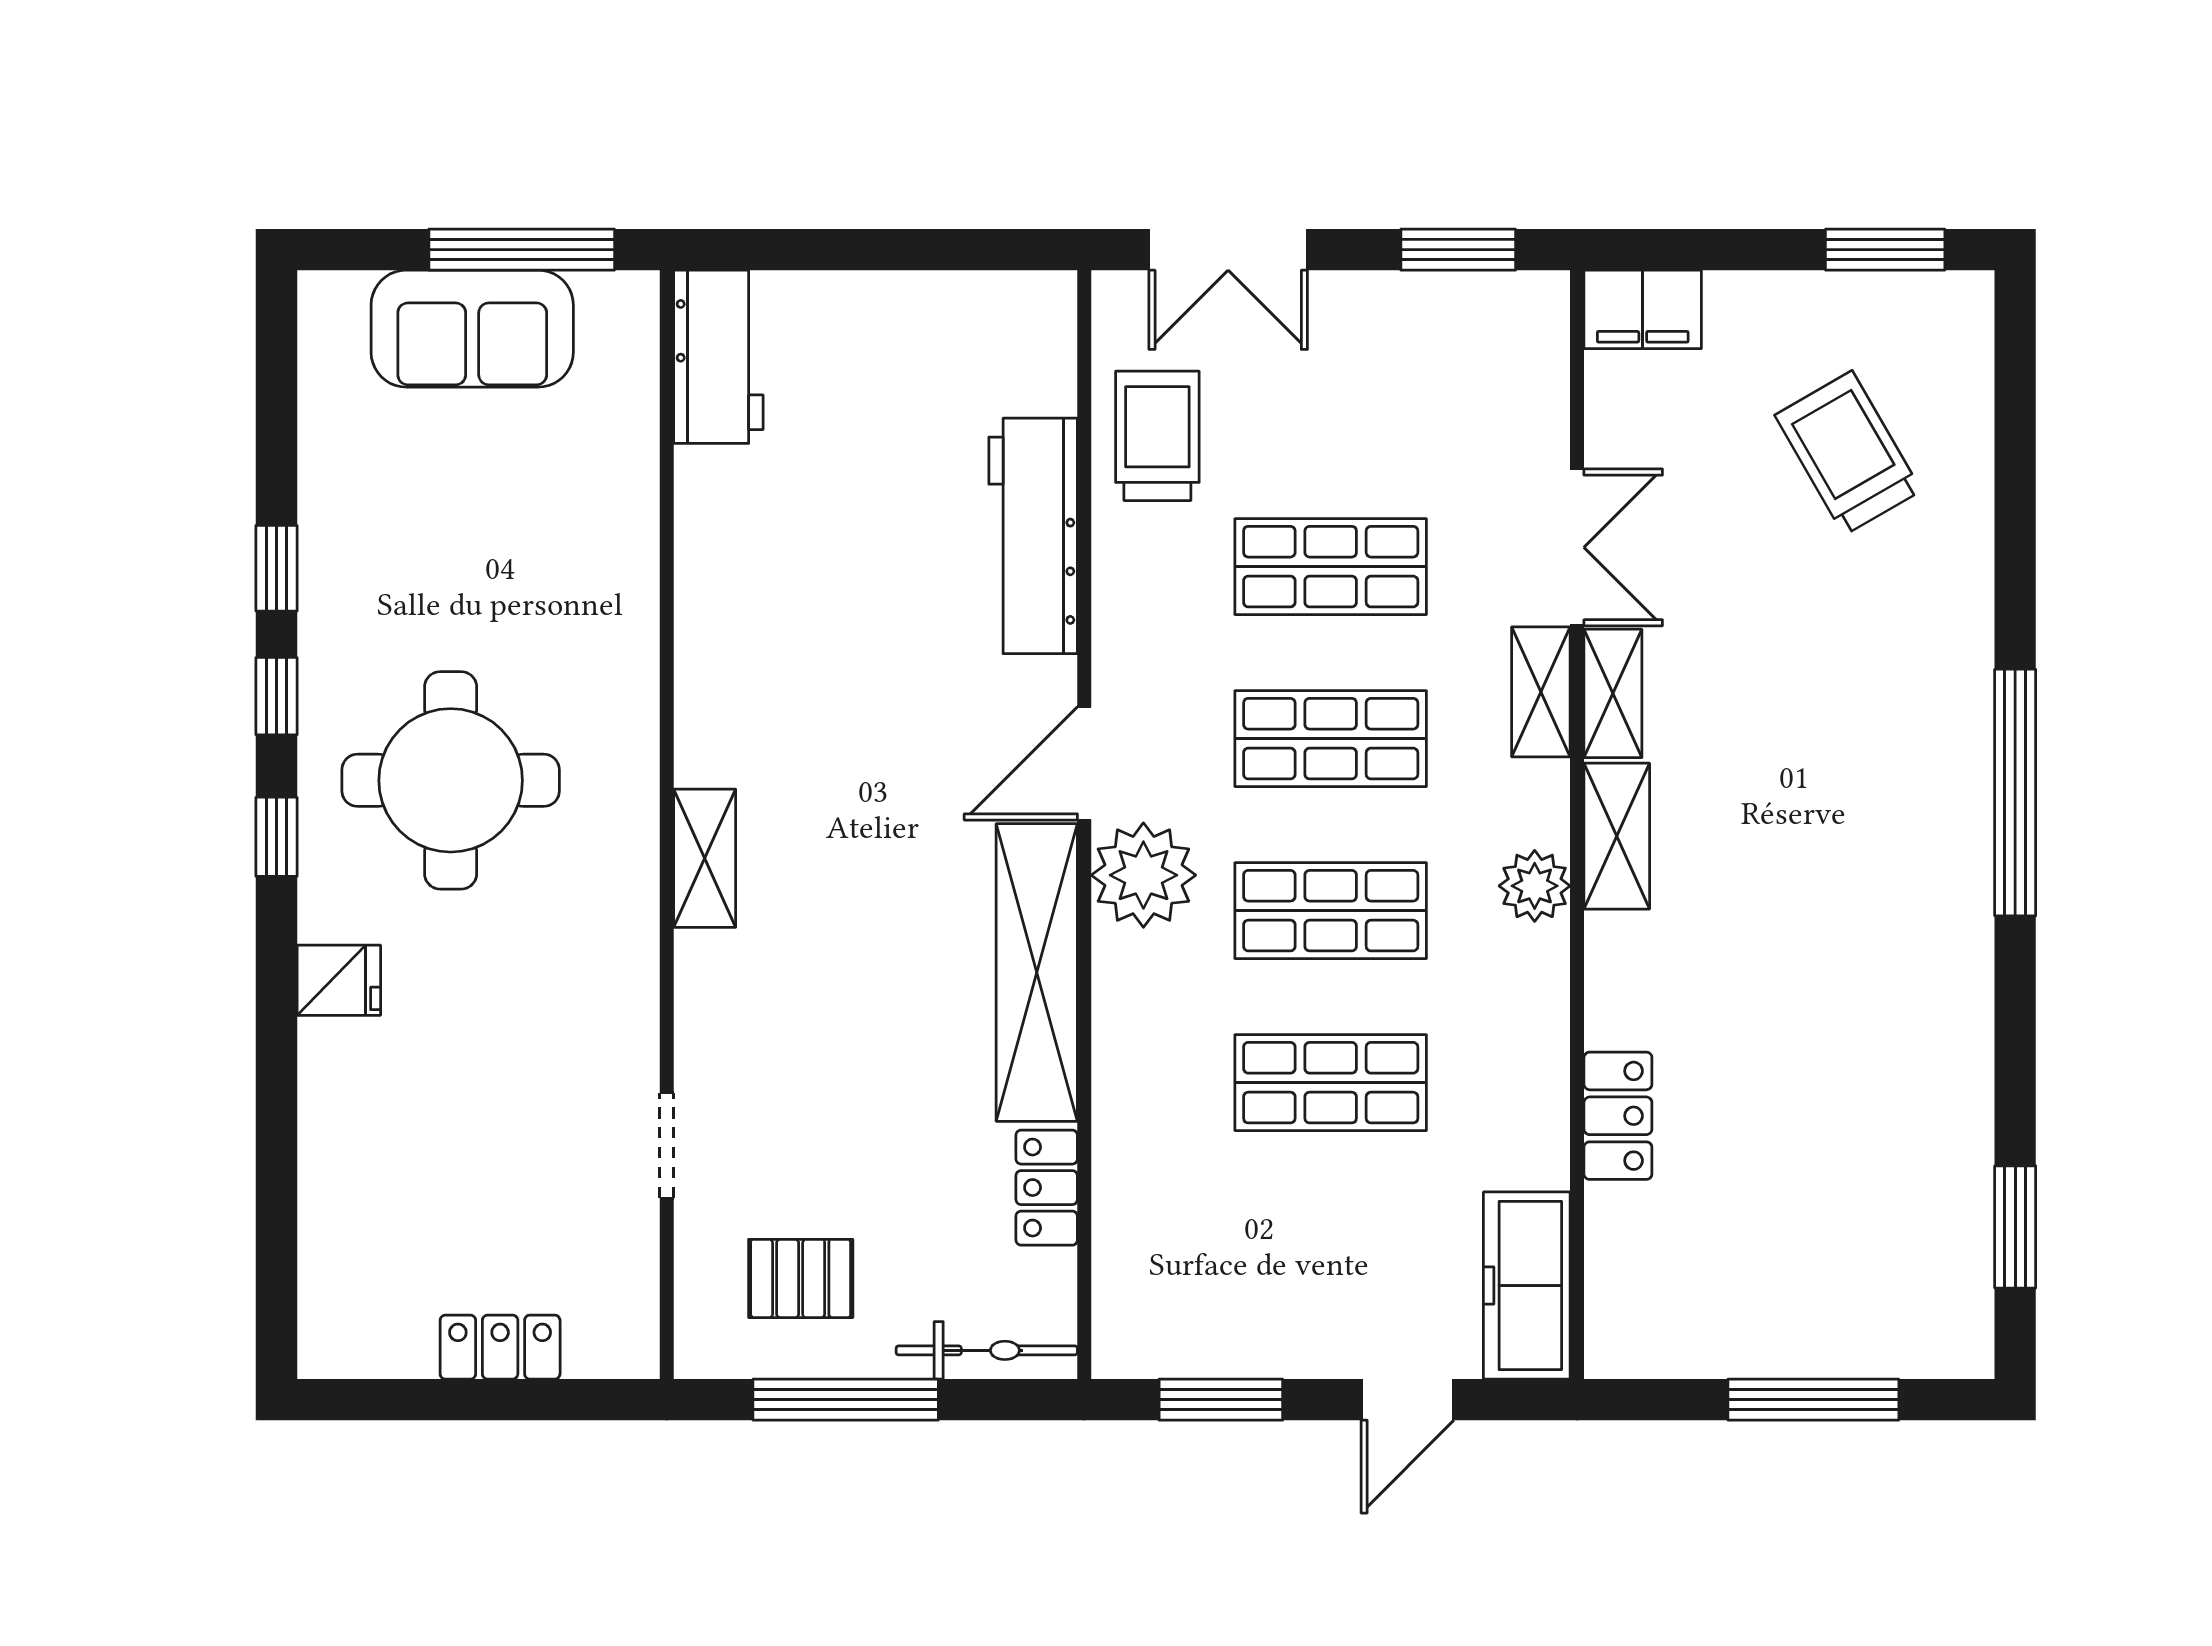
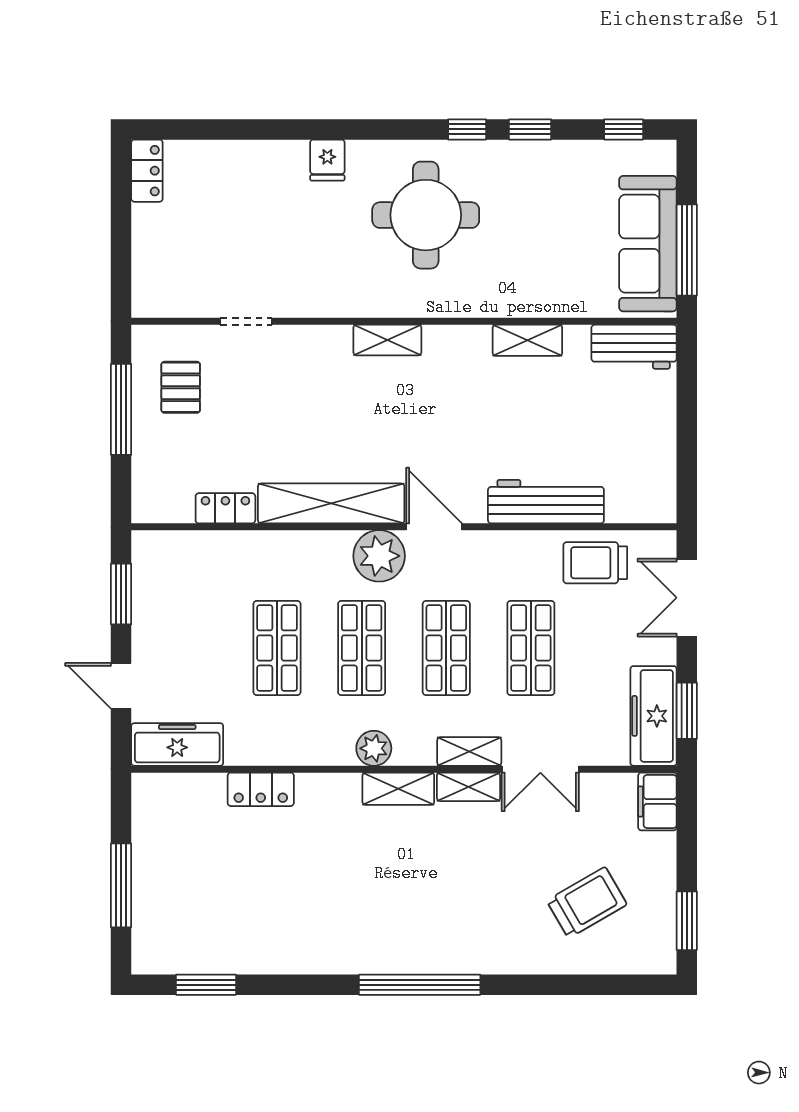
freezer: (1469, 317) -> (654, 716), added
sofa: (472, 329) -> (648, 244), width x1.36
trolley: (1157, 436) -> (595, 563), turned 180
shelving: (705, 574) -> (527, 340), added
window: (276, 837) -> (624, 129), moved
locker: (500, 1347) -> (147, 171), moved
bicycle: (987, 1350) -> (145, 479), removed

